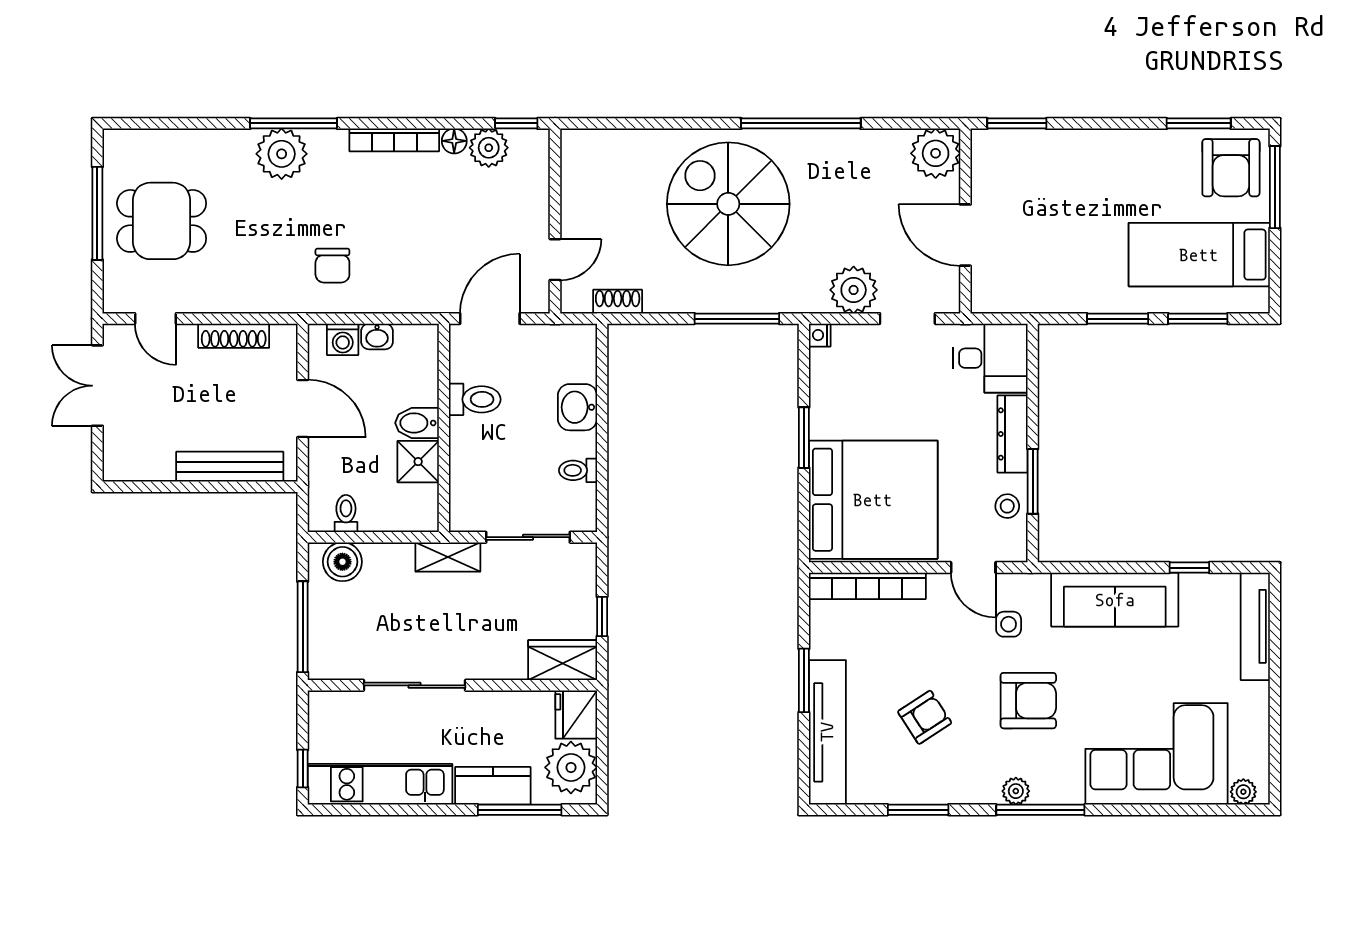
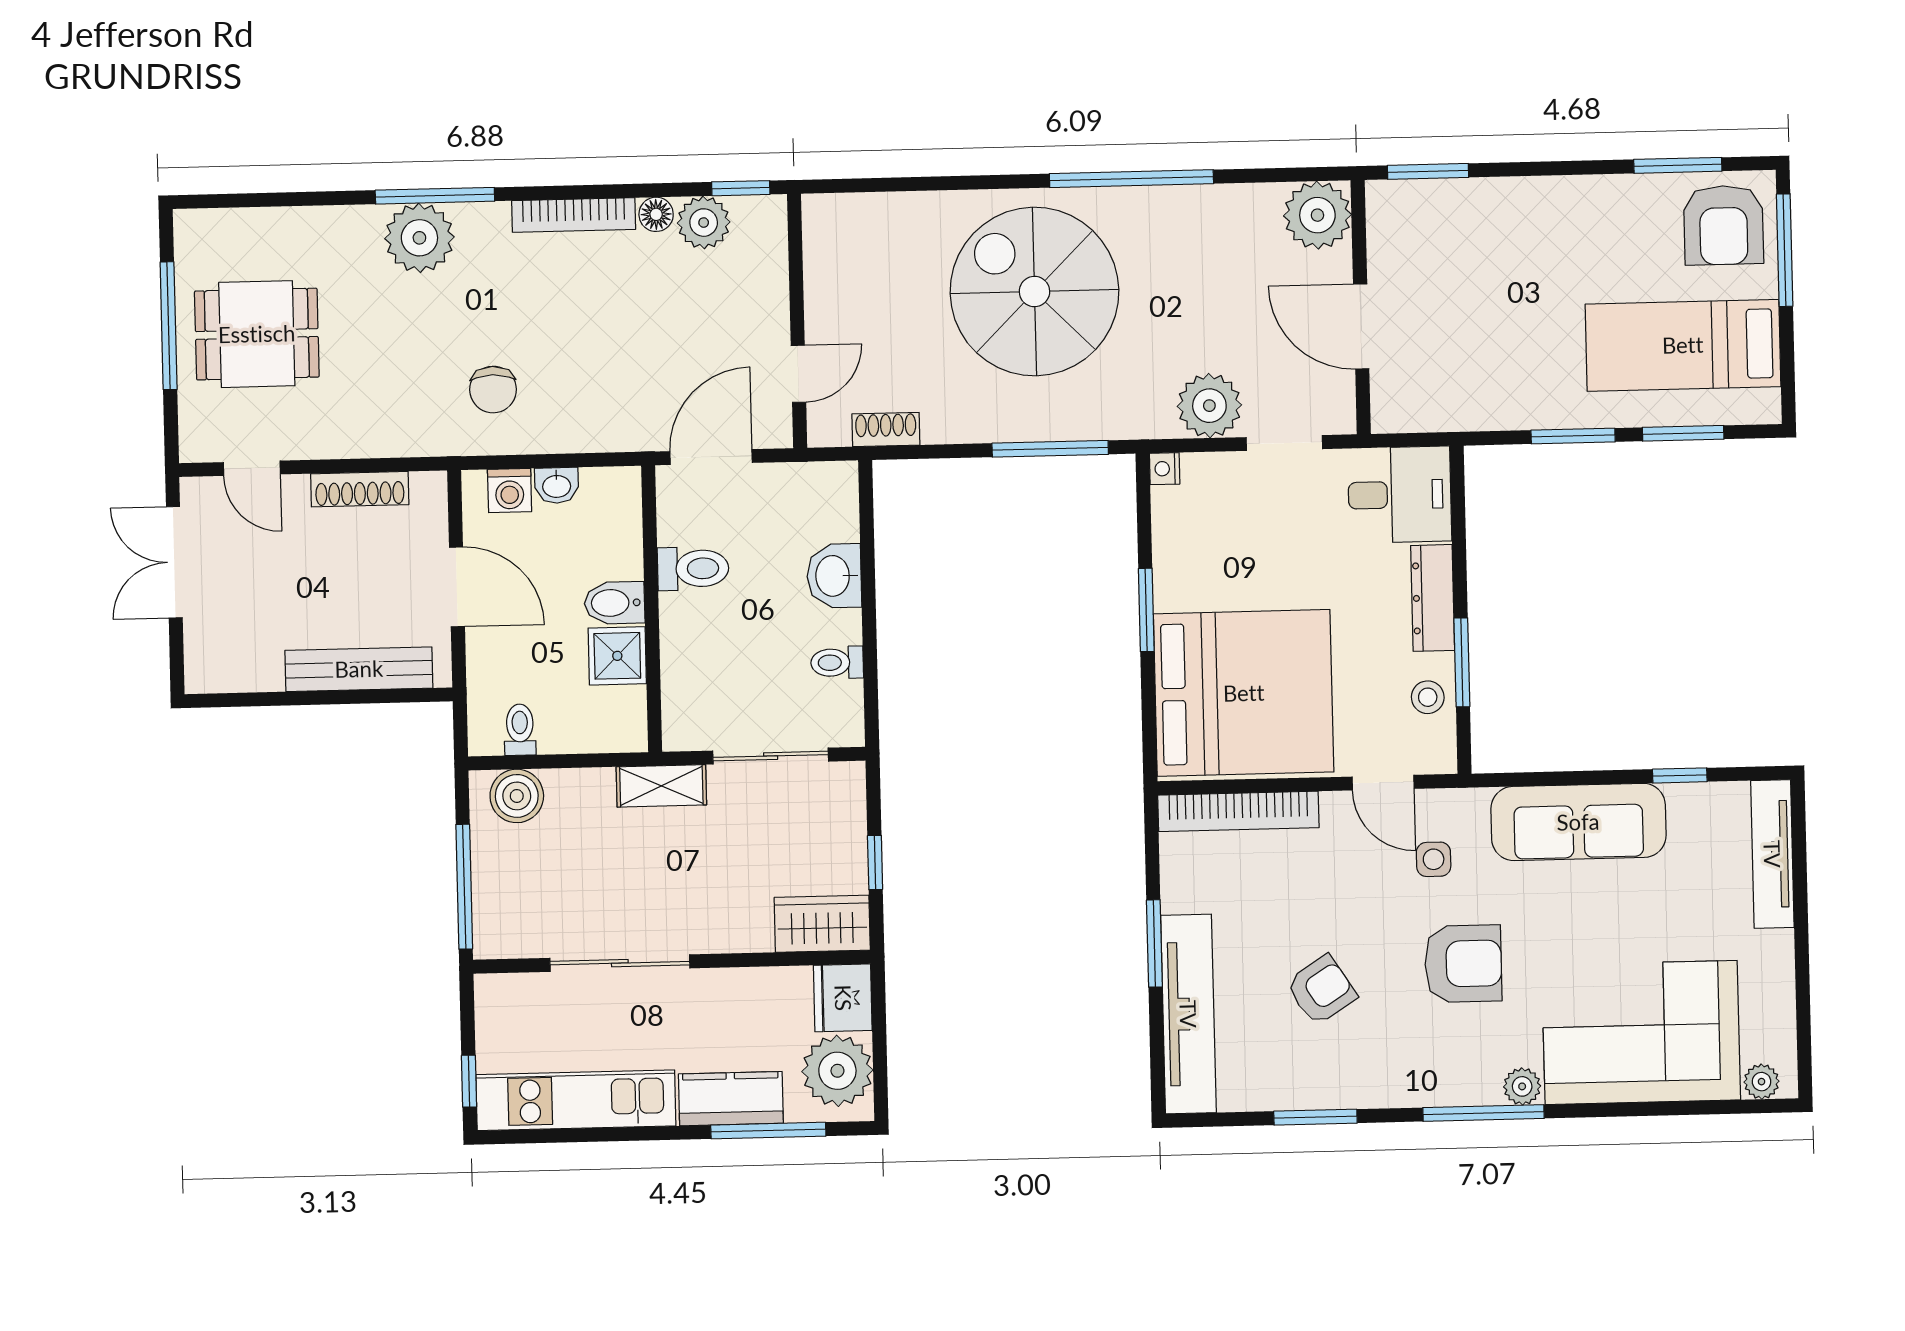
plant: (1016, 791) -> (1522, 1086), moved

